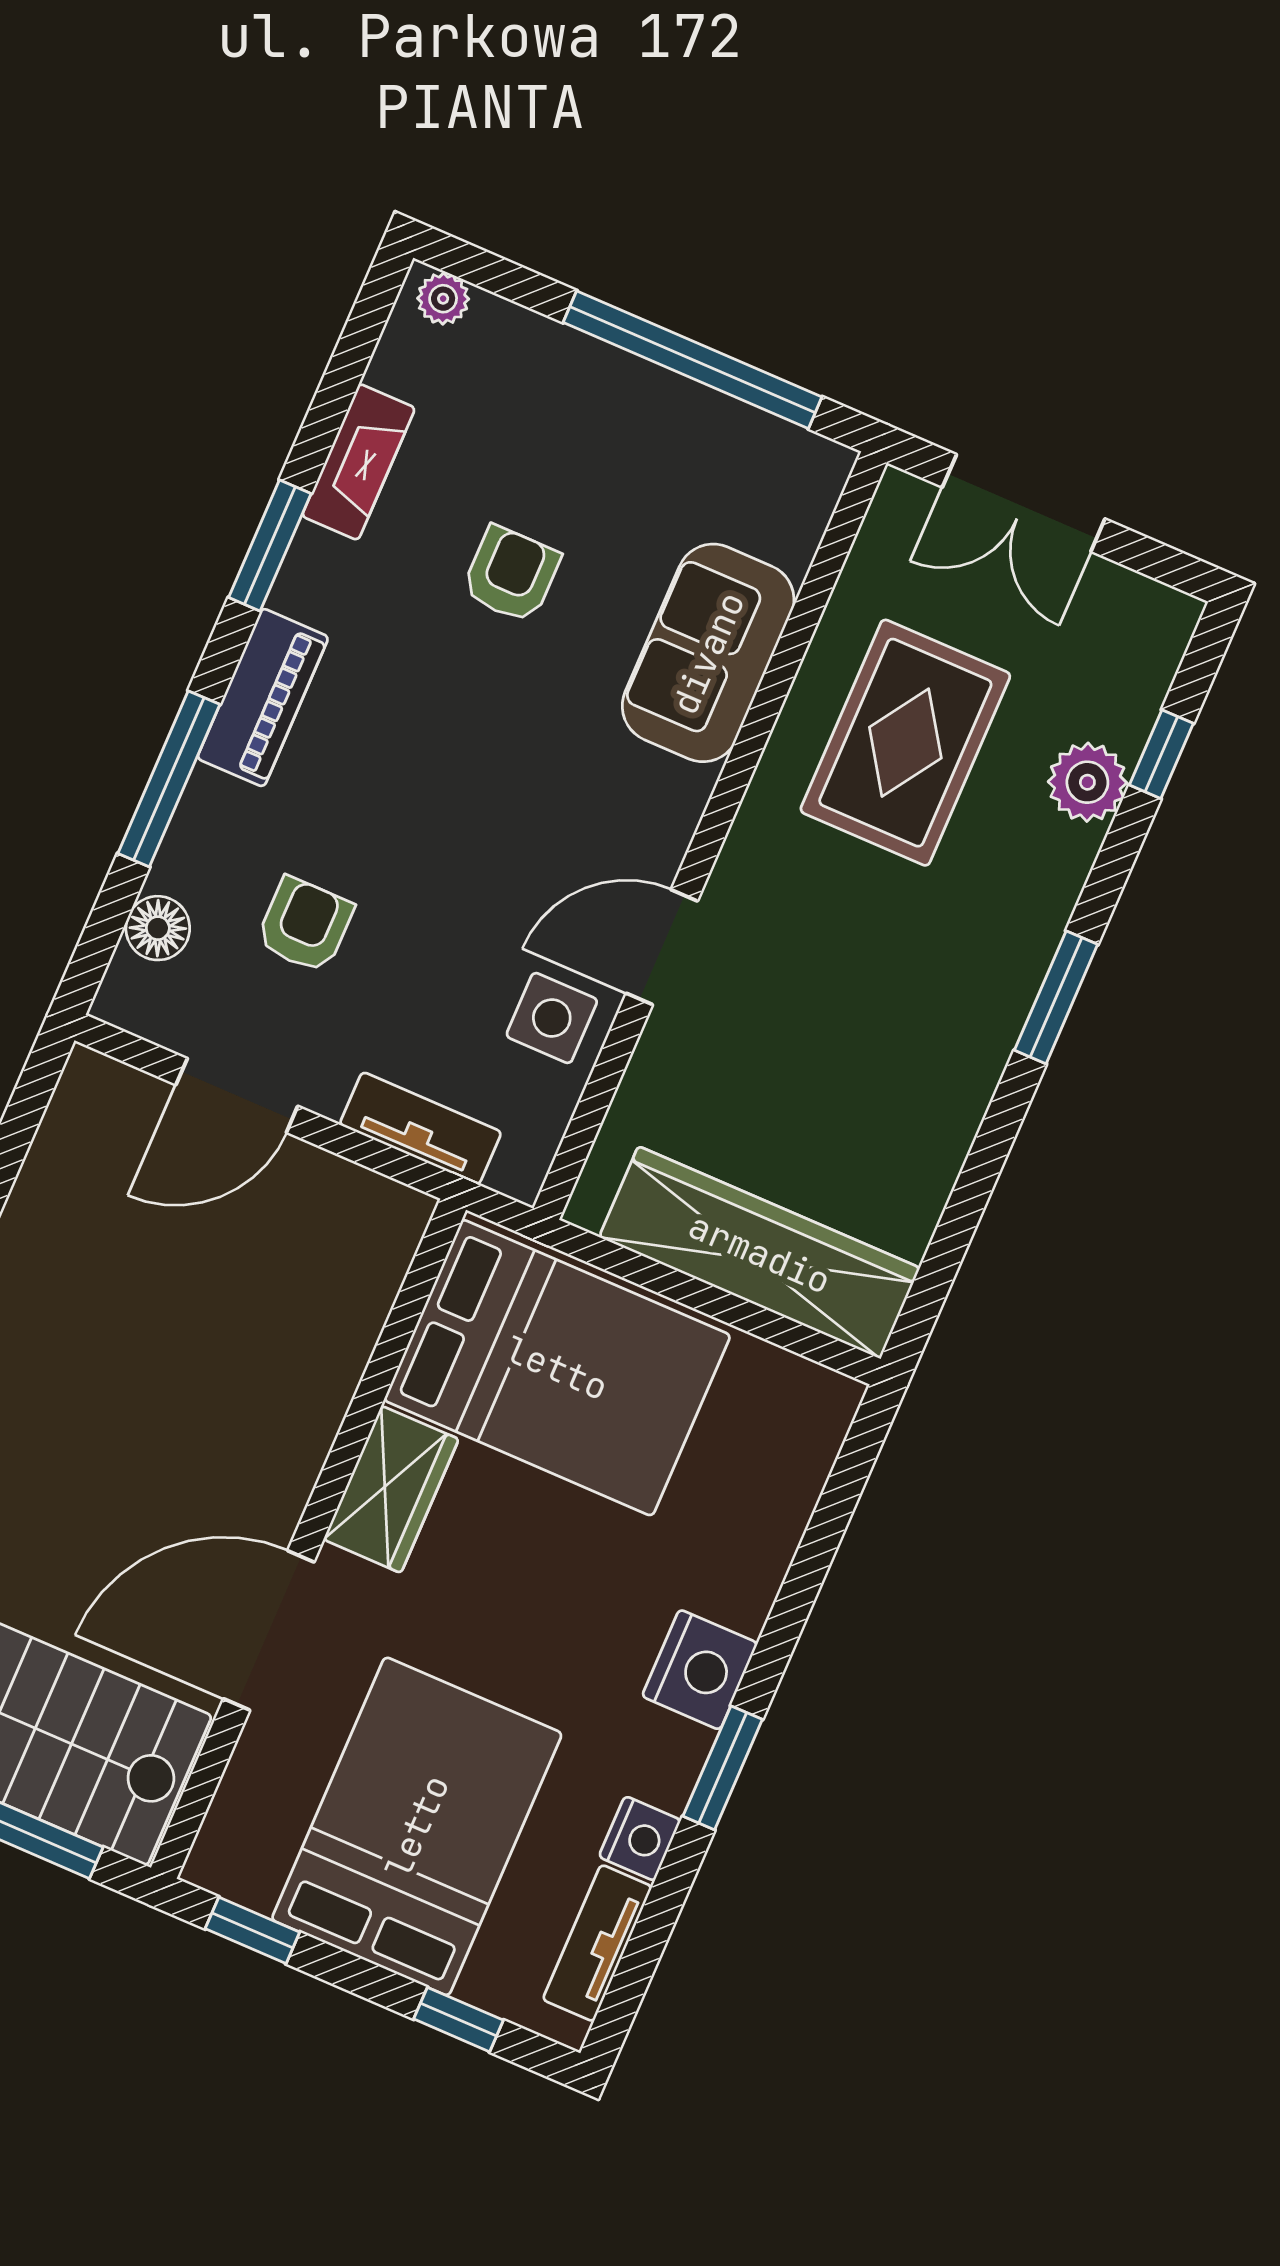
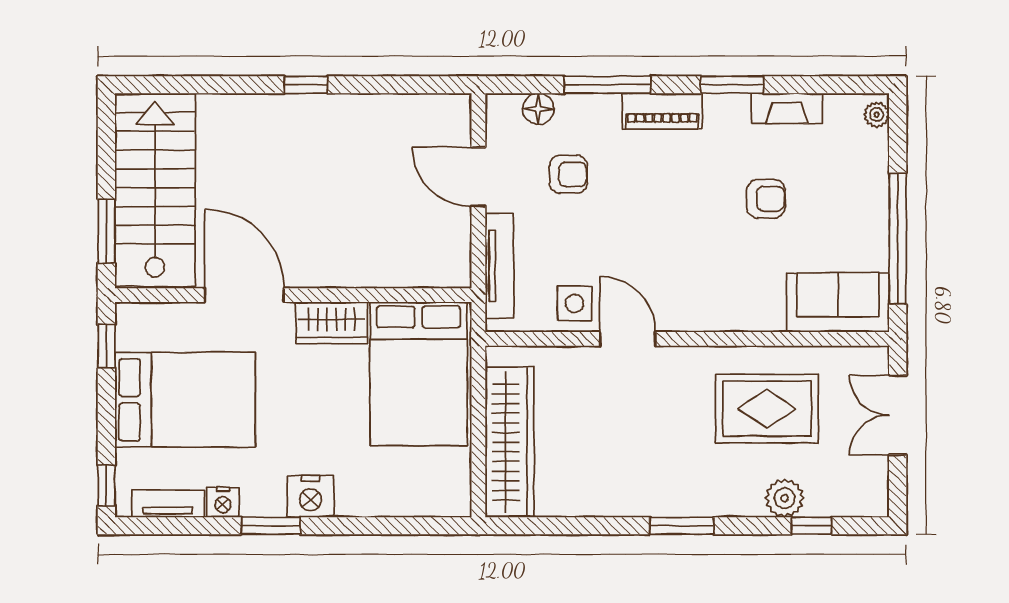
sofa: (708, 653) -> (838, 303), moved
tv unit: (420, 1128) -> (499, 266), width x1.41
window: (458, 2020) -> (106, 486), moved

